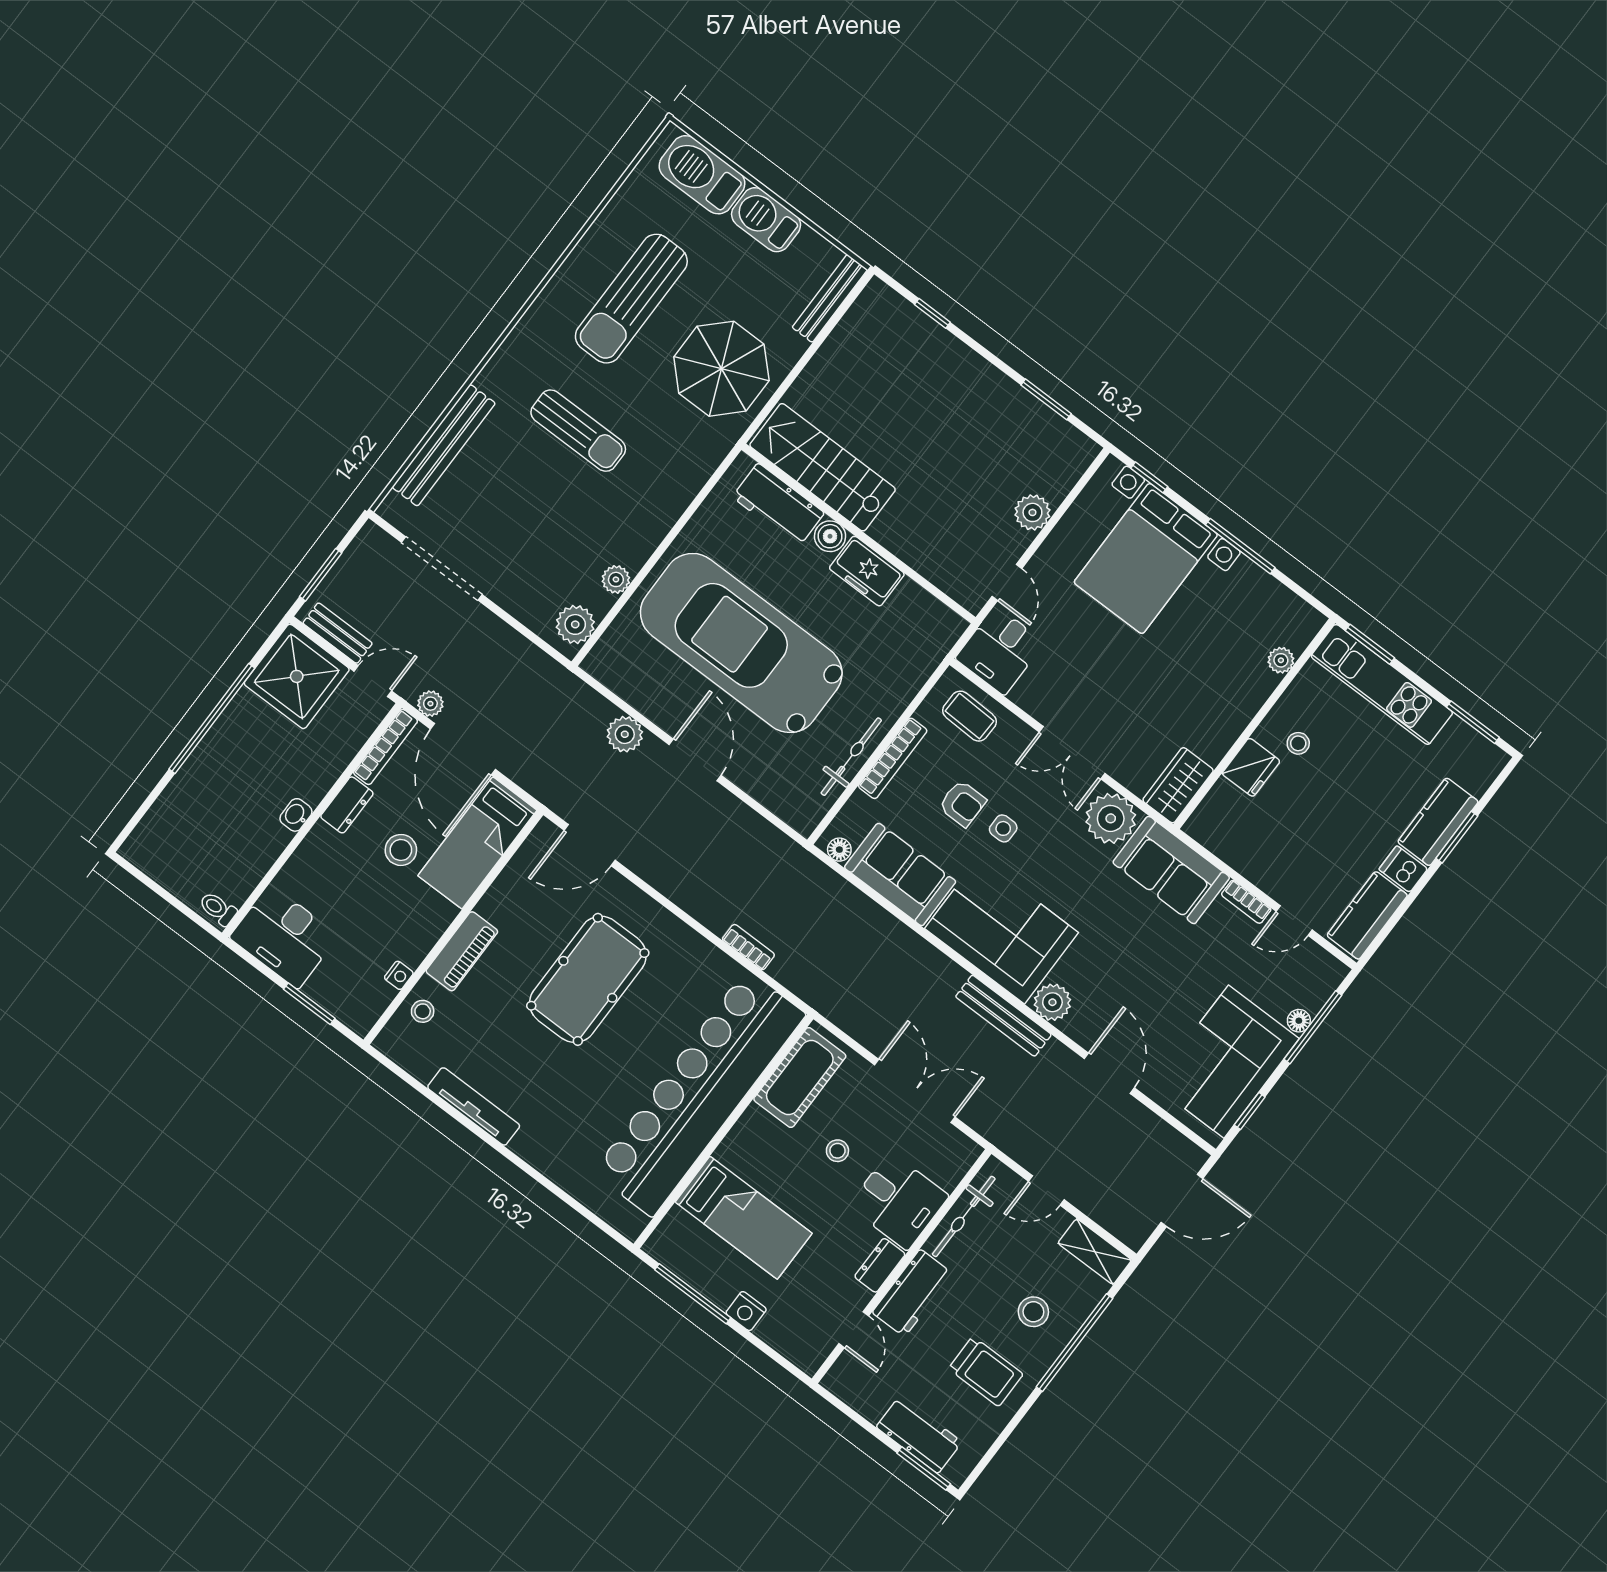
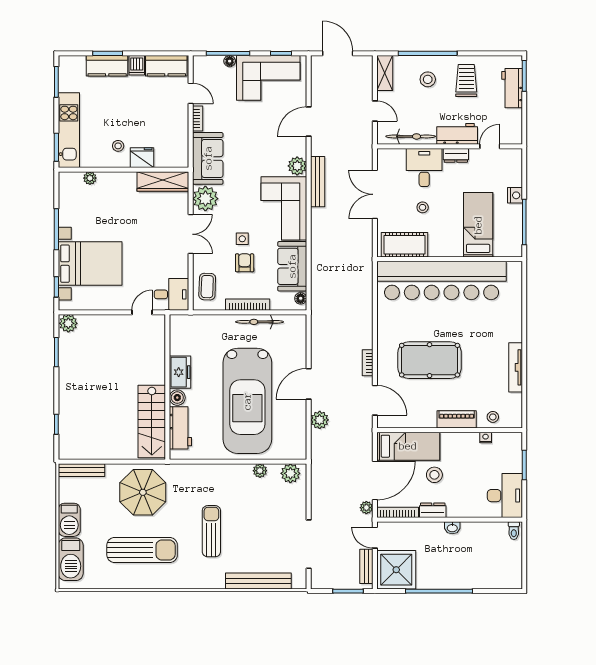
plant: (1032, 512) -> (68, 323), moved
wardrobe: (1178, 785) -> (163, 182), width x1.50
bookcase: (748, 947) -> (368, 363), moved

